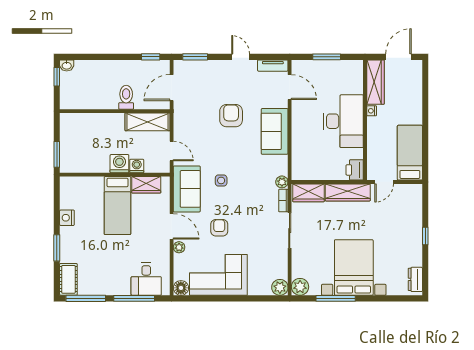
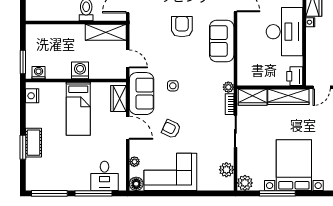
washing machine: (137, 166) -> (39, 73), moved
wardrobe: (146, 185) -> (118, 98), moved, turned 90
nightstand: (67, 218) -> (32, 96), moved
armchair: (219, 228) -> (171, 129), turned -65
plant: (179, 247) -> (134, 162), moved
cot: (68, 279) -> (33, 143), moved
plant: (280, 287) -> (226, 170), moved

